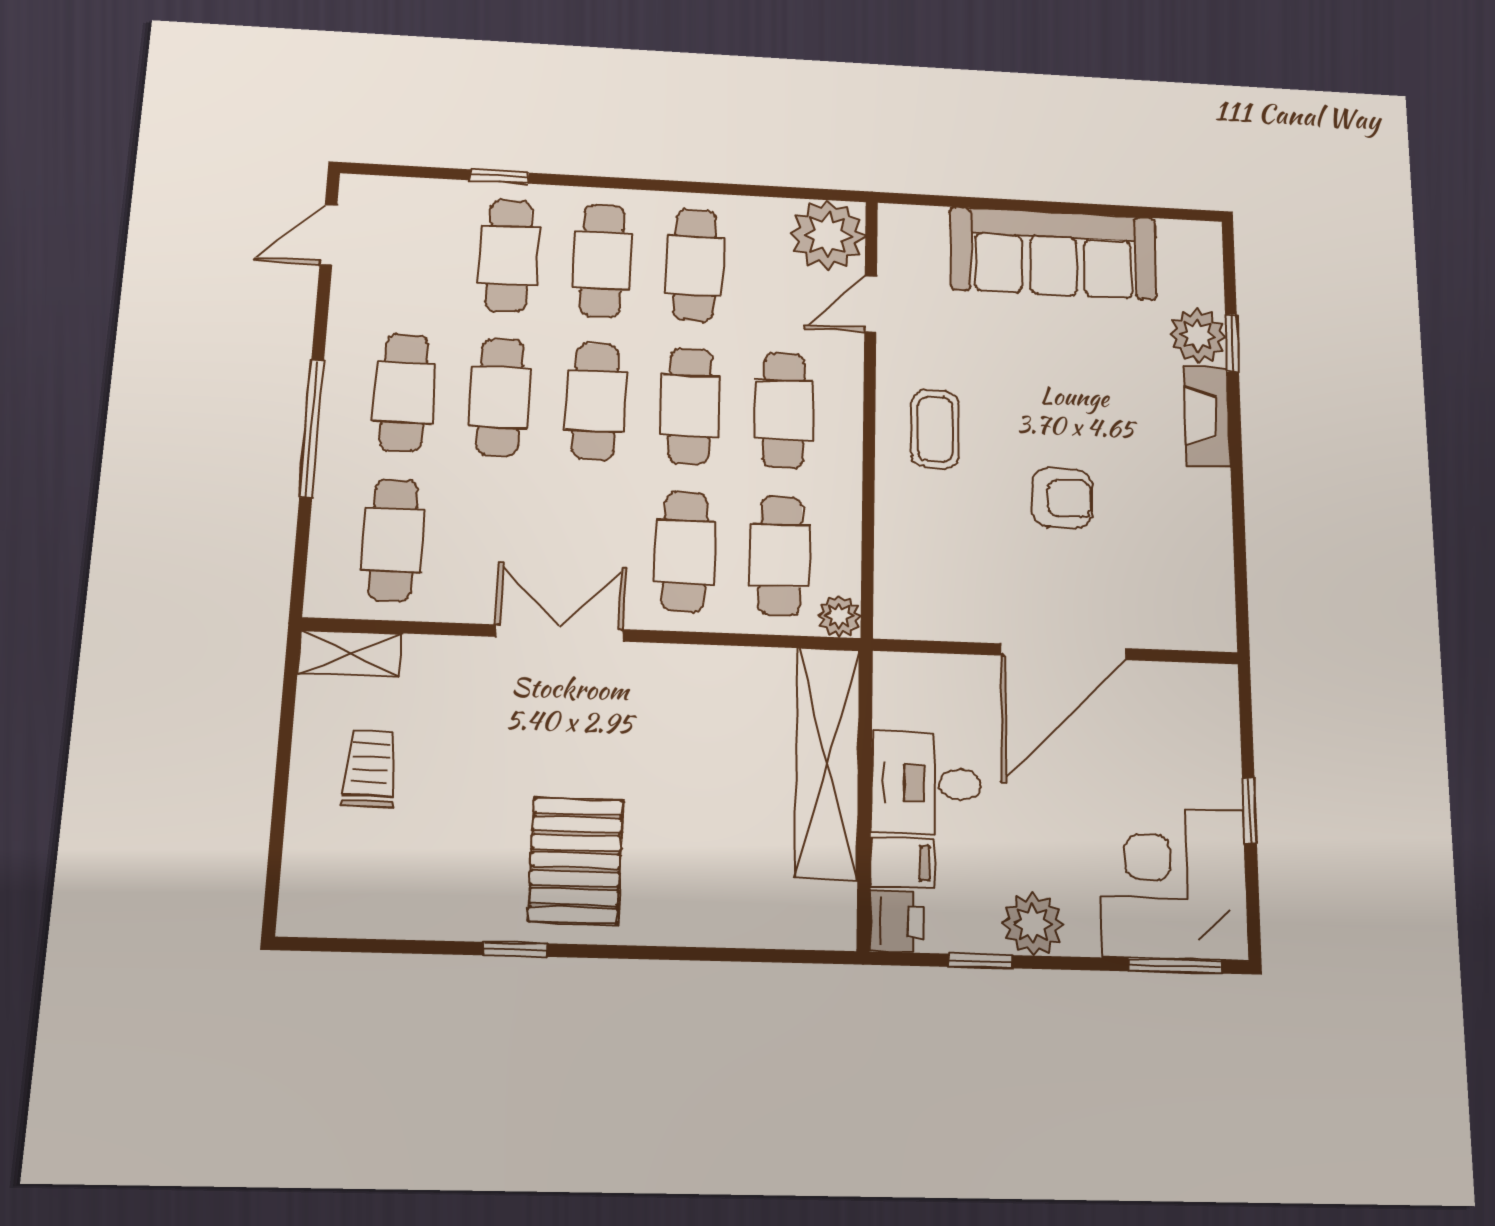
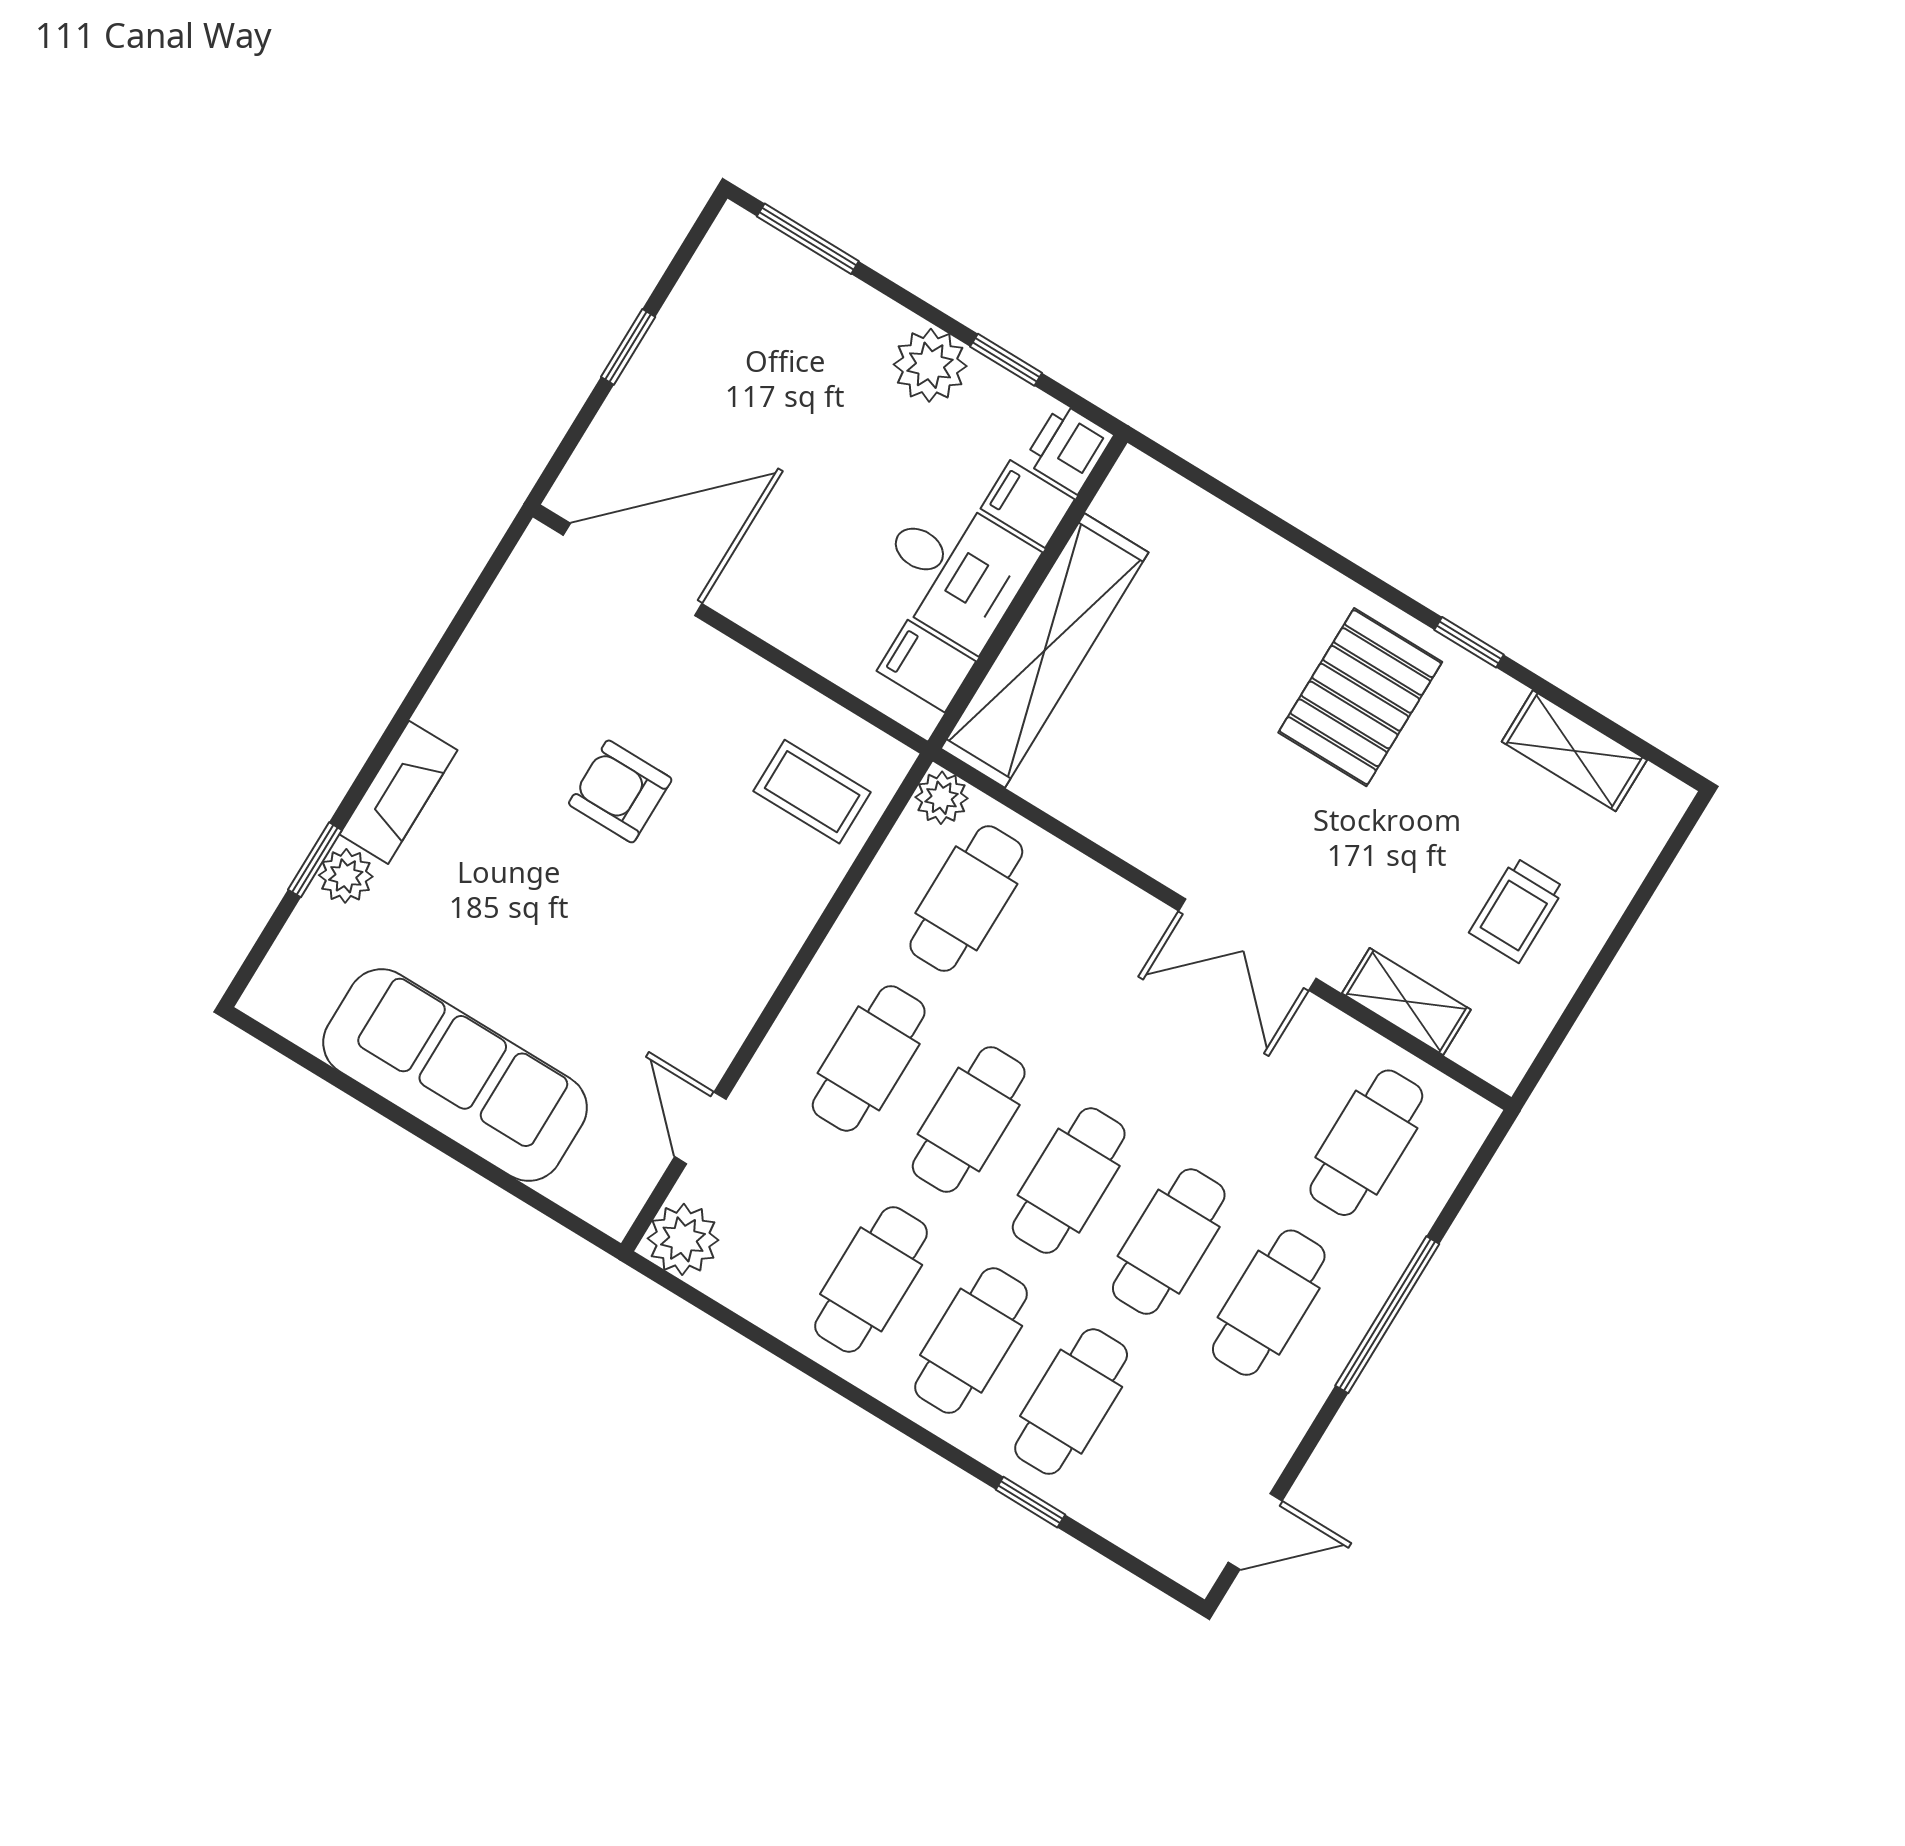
plant: (828, 235) -> (683, 1239), width x0.73, depth x0.73
door: (871, 304) -> (700, 1128), swing flipped
plant: (1198, 336) -> (346, 876), width x0.73, depth x0.73
coffee table: (935, 429) -> (812, 792), moved, turned 90
cafe table: (685, 552) -> (1066, 960), removed
door: (1063, 652) -> (633, 569), moved
shelving: (350, 653) -> (1406, 1002), moved
filing cabinet: (905, 703) -> (926, 666), added
corner desk: (1173, 883) -> (757, 321), removed
shelving: (389, 913) -> (1574, 751), added

